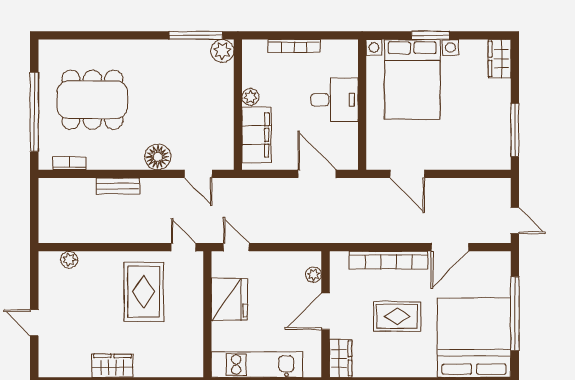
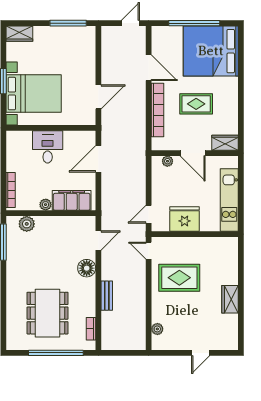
bookcase: (294, 46) -> (11, 190), moved
plant: (222, 51) -> (27, 224), moved
door: (183, 247) -> (149, 251), hinge flipped
rug: (397, 316) -> (196, 104), turned 90

